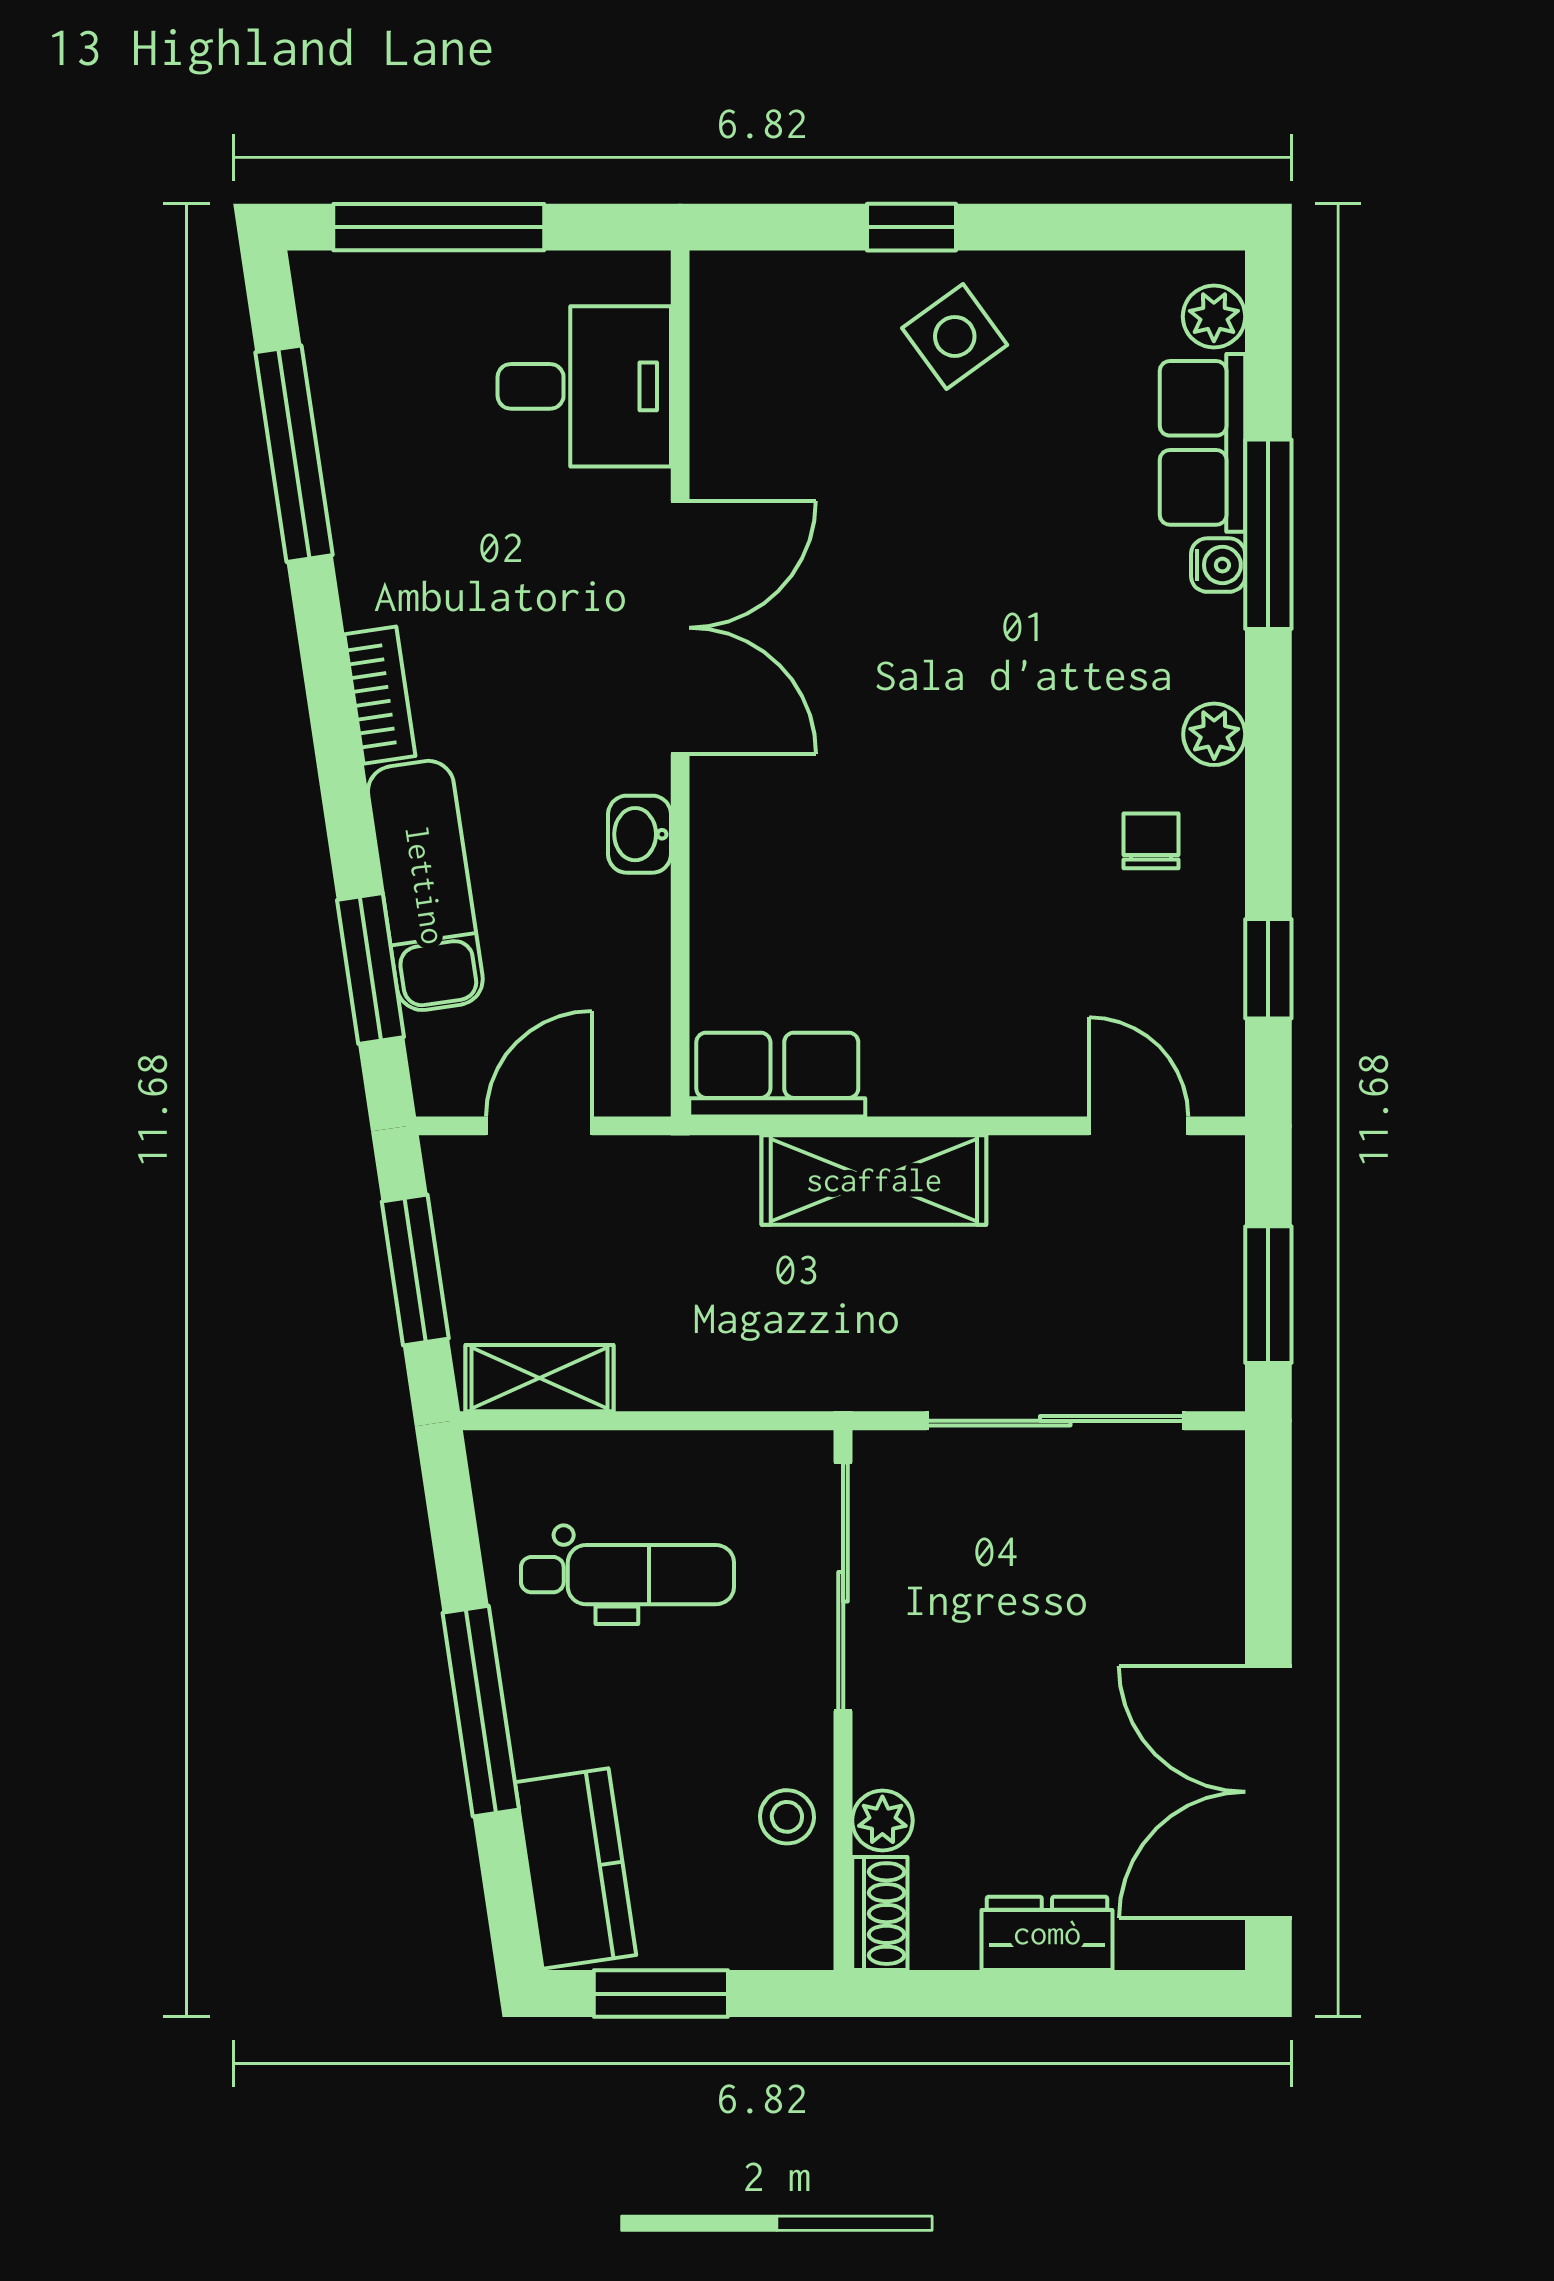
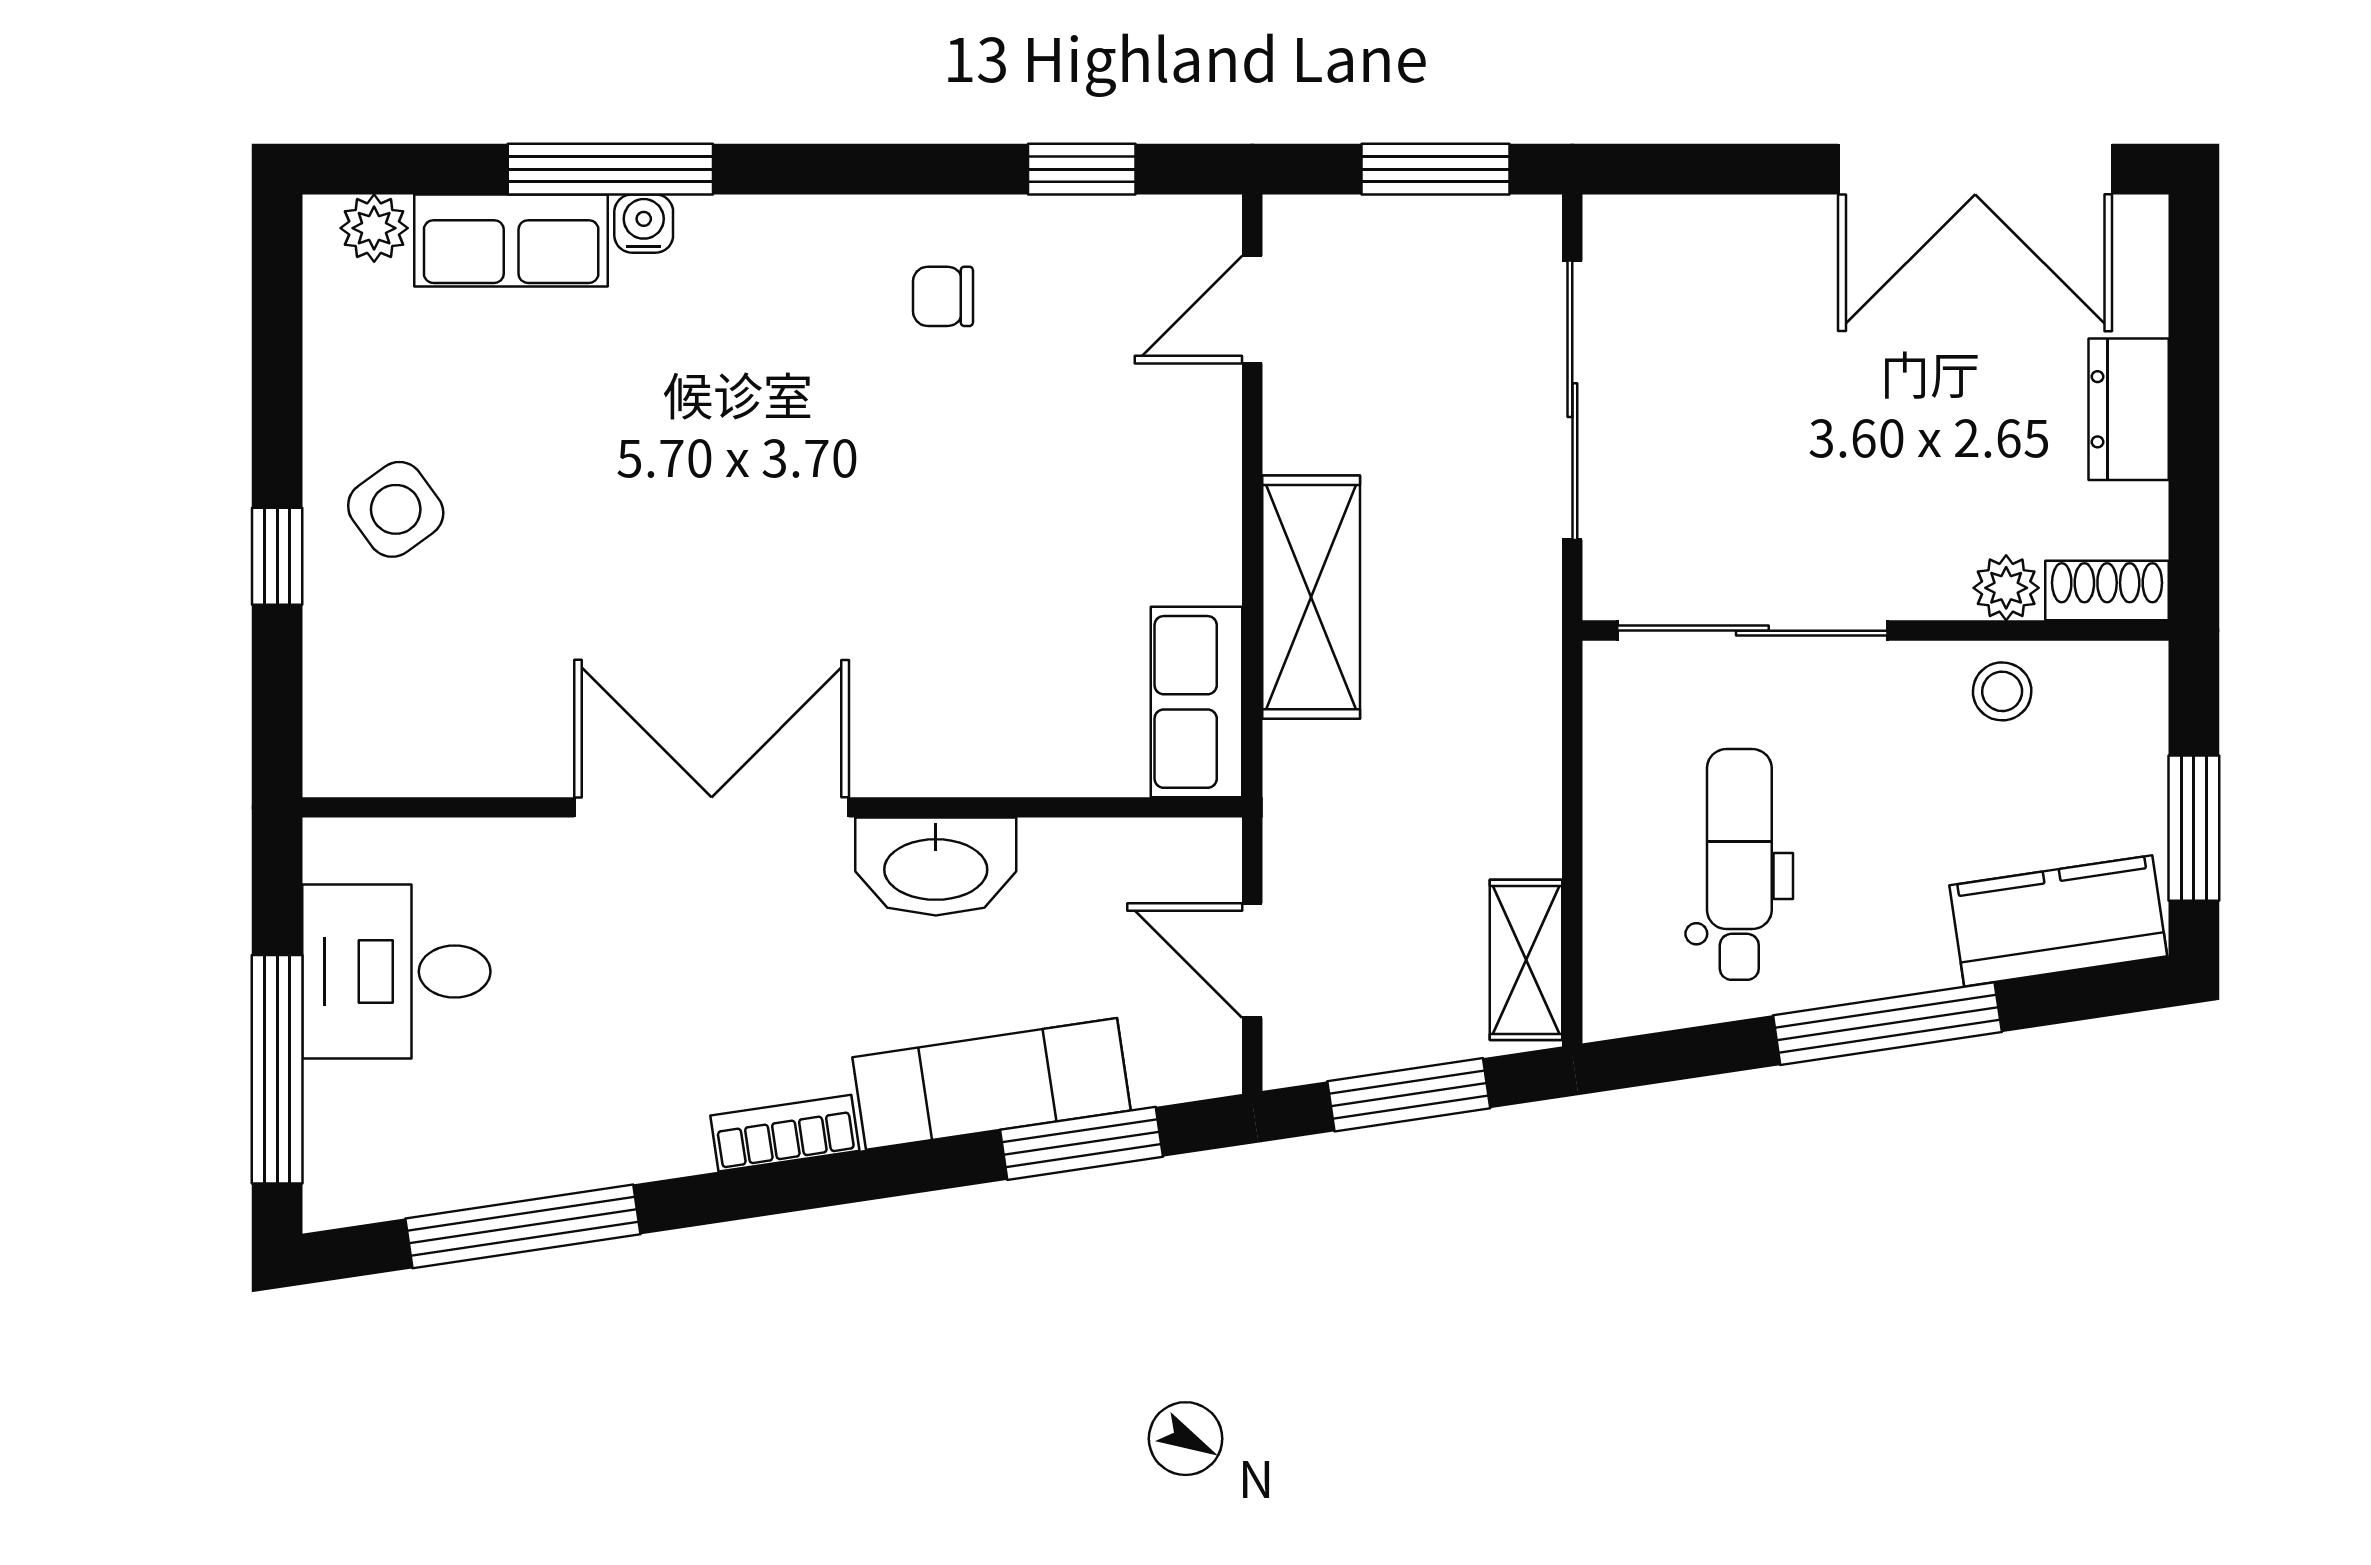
desk: (584, 386) -> (396, 972), moved, turned -90
plant: (1214, 734) -> (827, 228), removed
washbasin: (640, 834) -> (936, 867), width x1.91, depth x1.45

